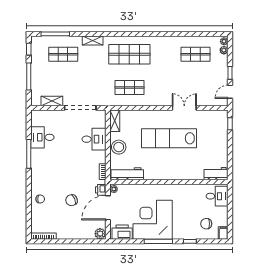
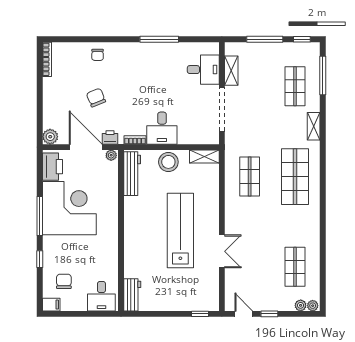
desk: (42, 137) -> (203, 70), moved, turned 90
desk: (94, 139) -> (162, 128), moved

